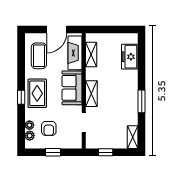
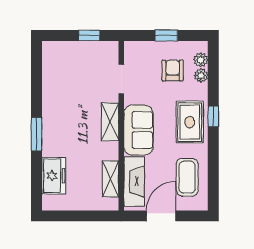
window: (142, 101) -> (36, 134), moved
shelving: (133, 137) -> (49, 58), removed

